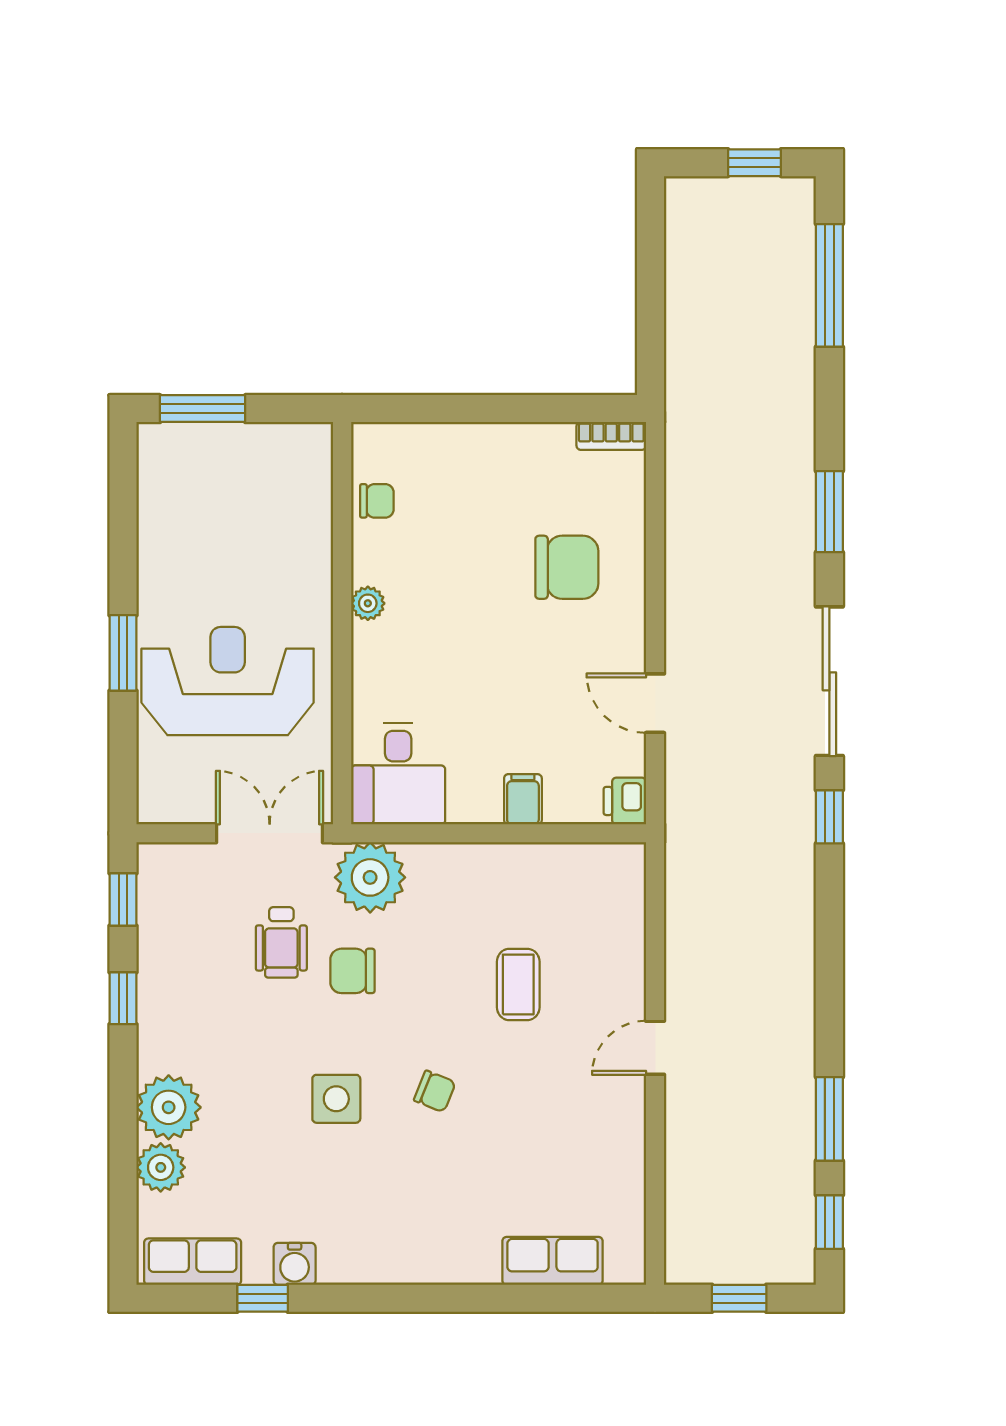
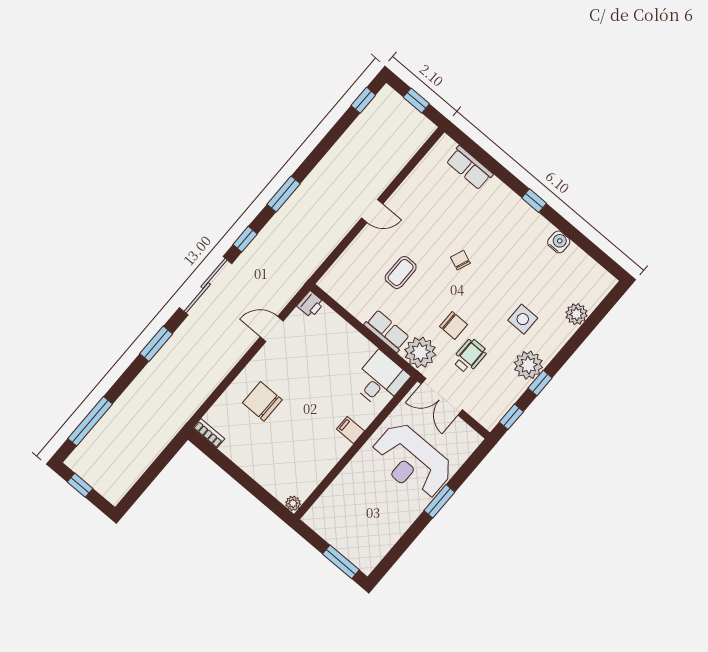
chair: (377, 501) -> (308, 479), removed
plant: (368, 603) -> (293, 503), moved
door: (655, 703) -> (272, 329), swing flipped
filing cabinet: (523, 799) -> (350, 430), moved, turned 90
side table: (336, 1099) -> (523, 319), moved
plant: (169, 1107) -> (528, 365), moved
window: (829, 1119) -> (284, 194), moved
row of seats: (193, 1262) -> (387, 331), moved, turned 180
window: (263, 1298) -> (534, 201), moved

